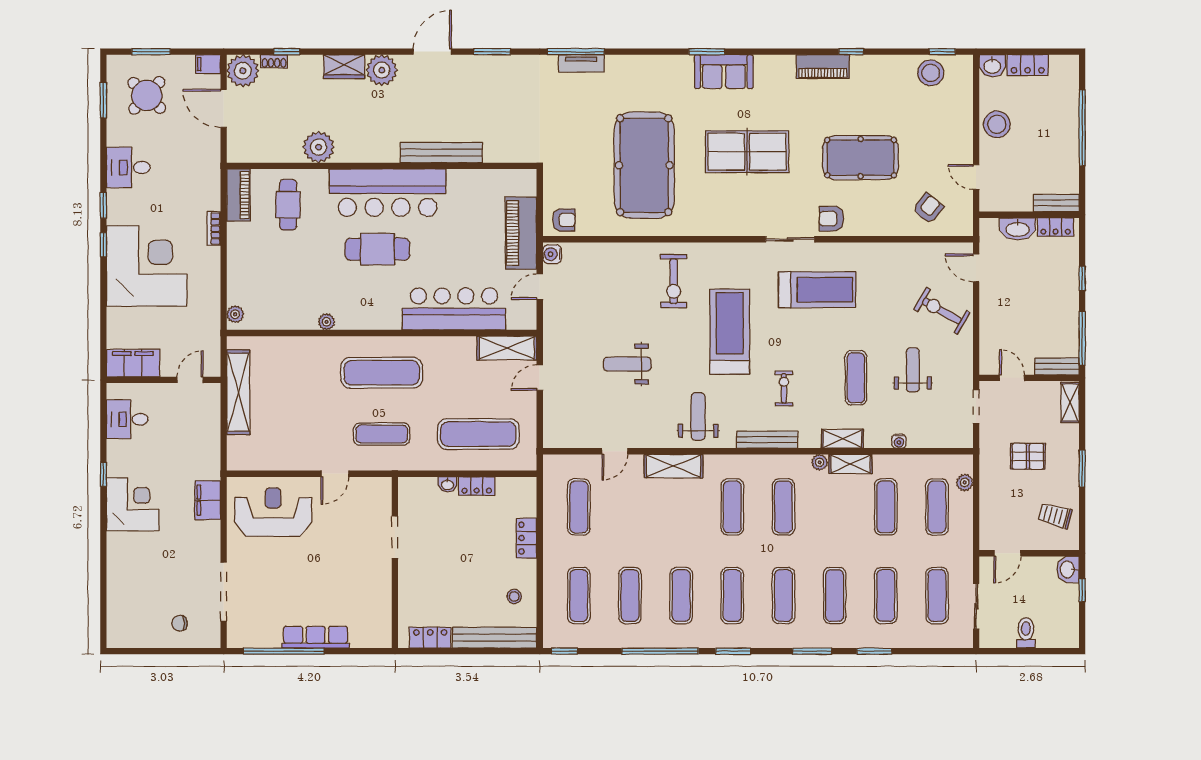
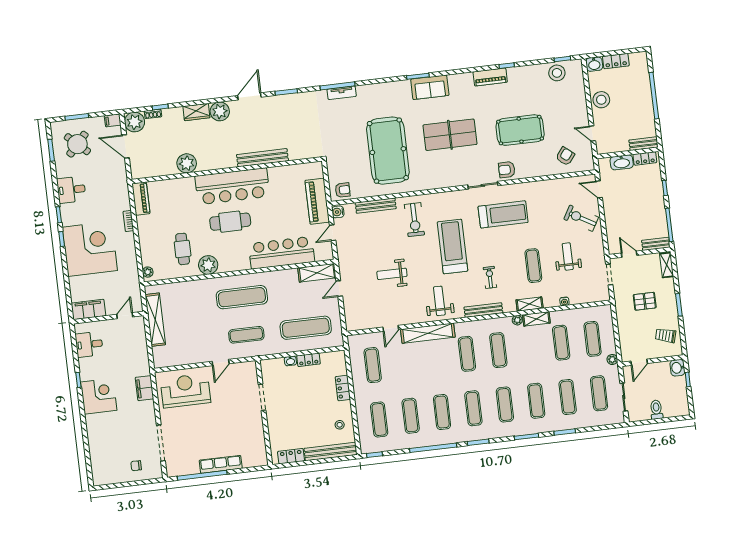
cafe table: (288, 205) -> (183, 249), moved
bench: (614, 251) -> (376, 206), added
plant: (327, 322) -> (208, 265), width x1.88, depth x1.88
shelving: (673, 466) -> (428, 333), width x1.47
plant: (965, 482) -> (612, 359), moved

